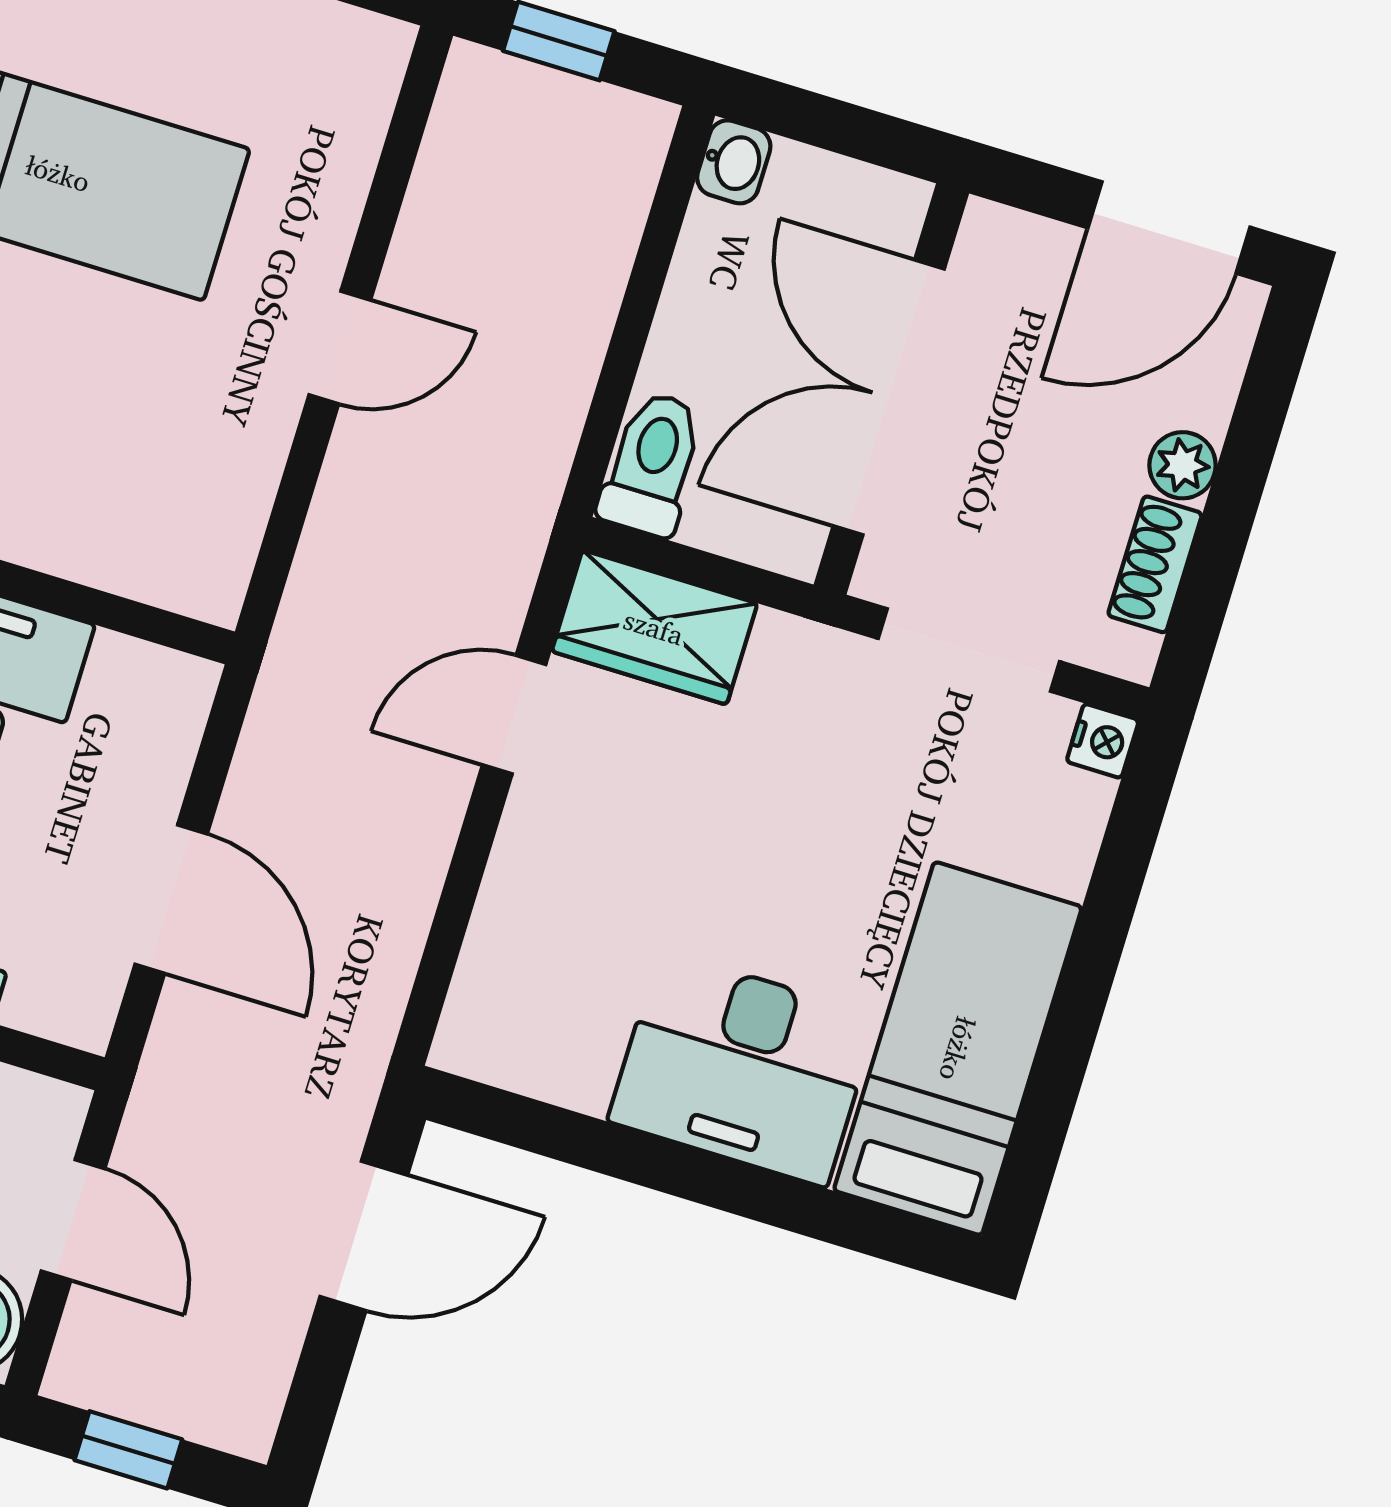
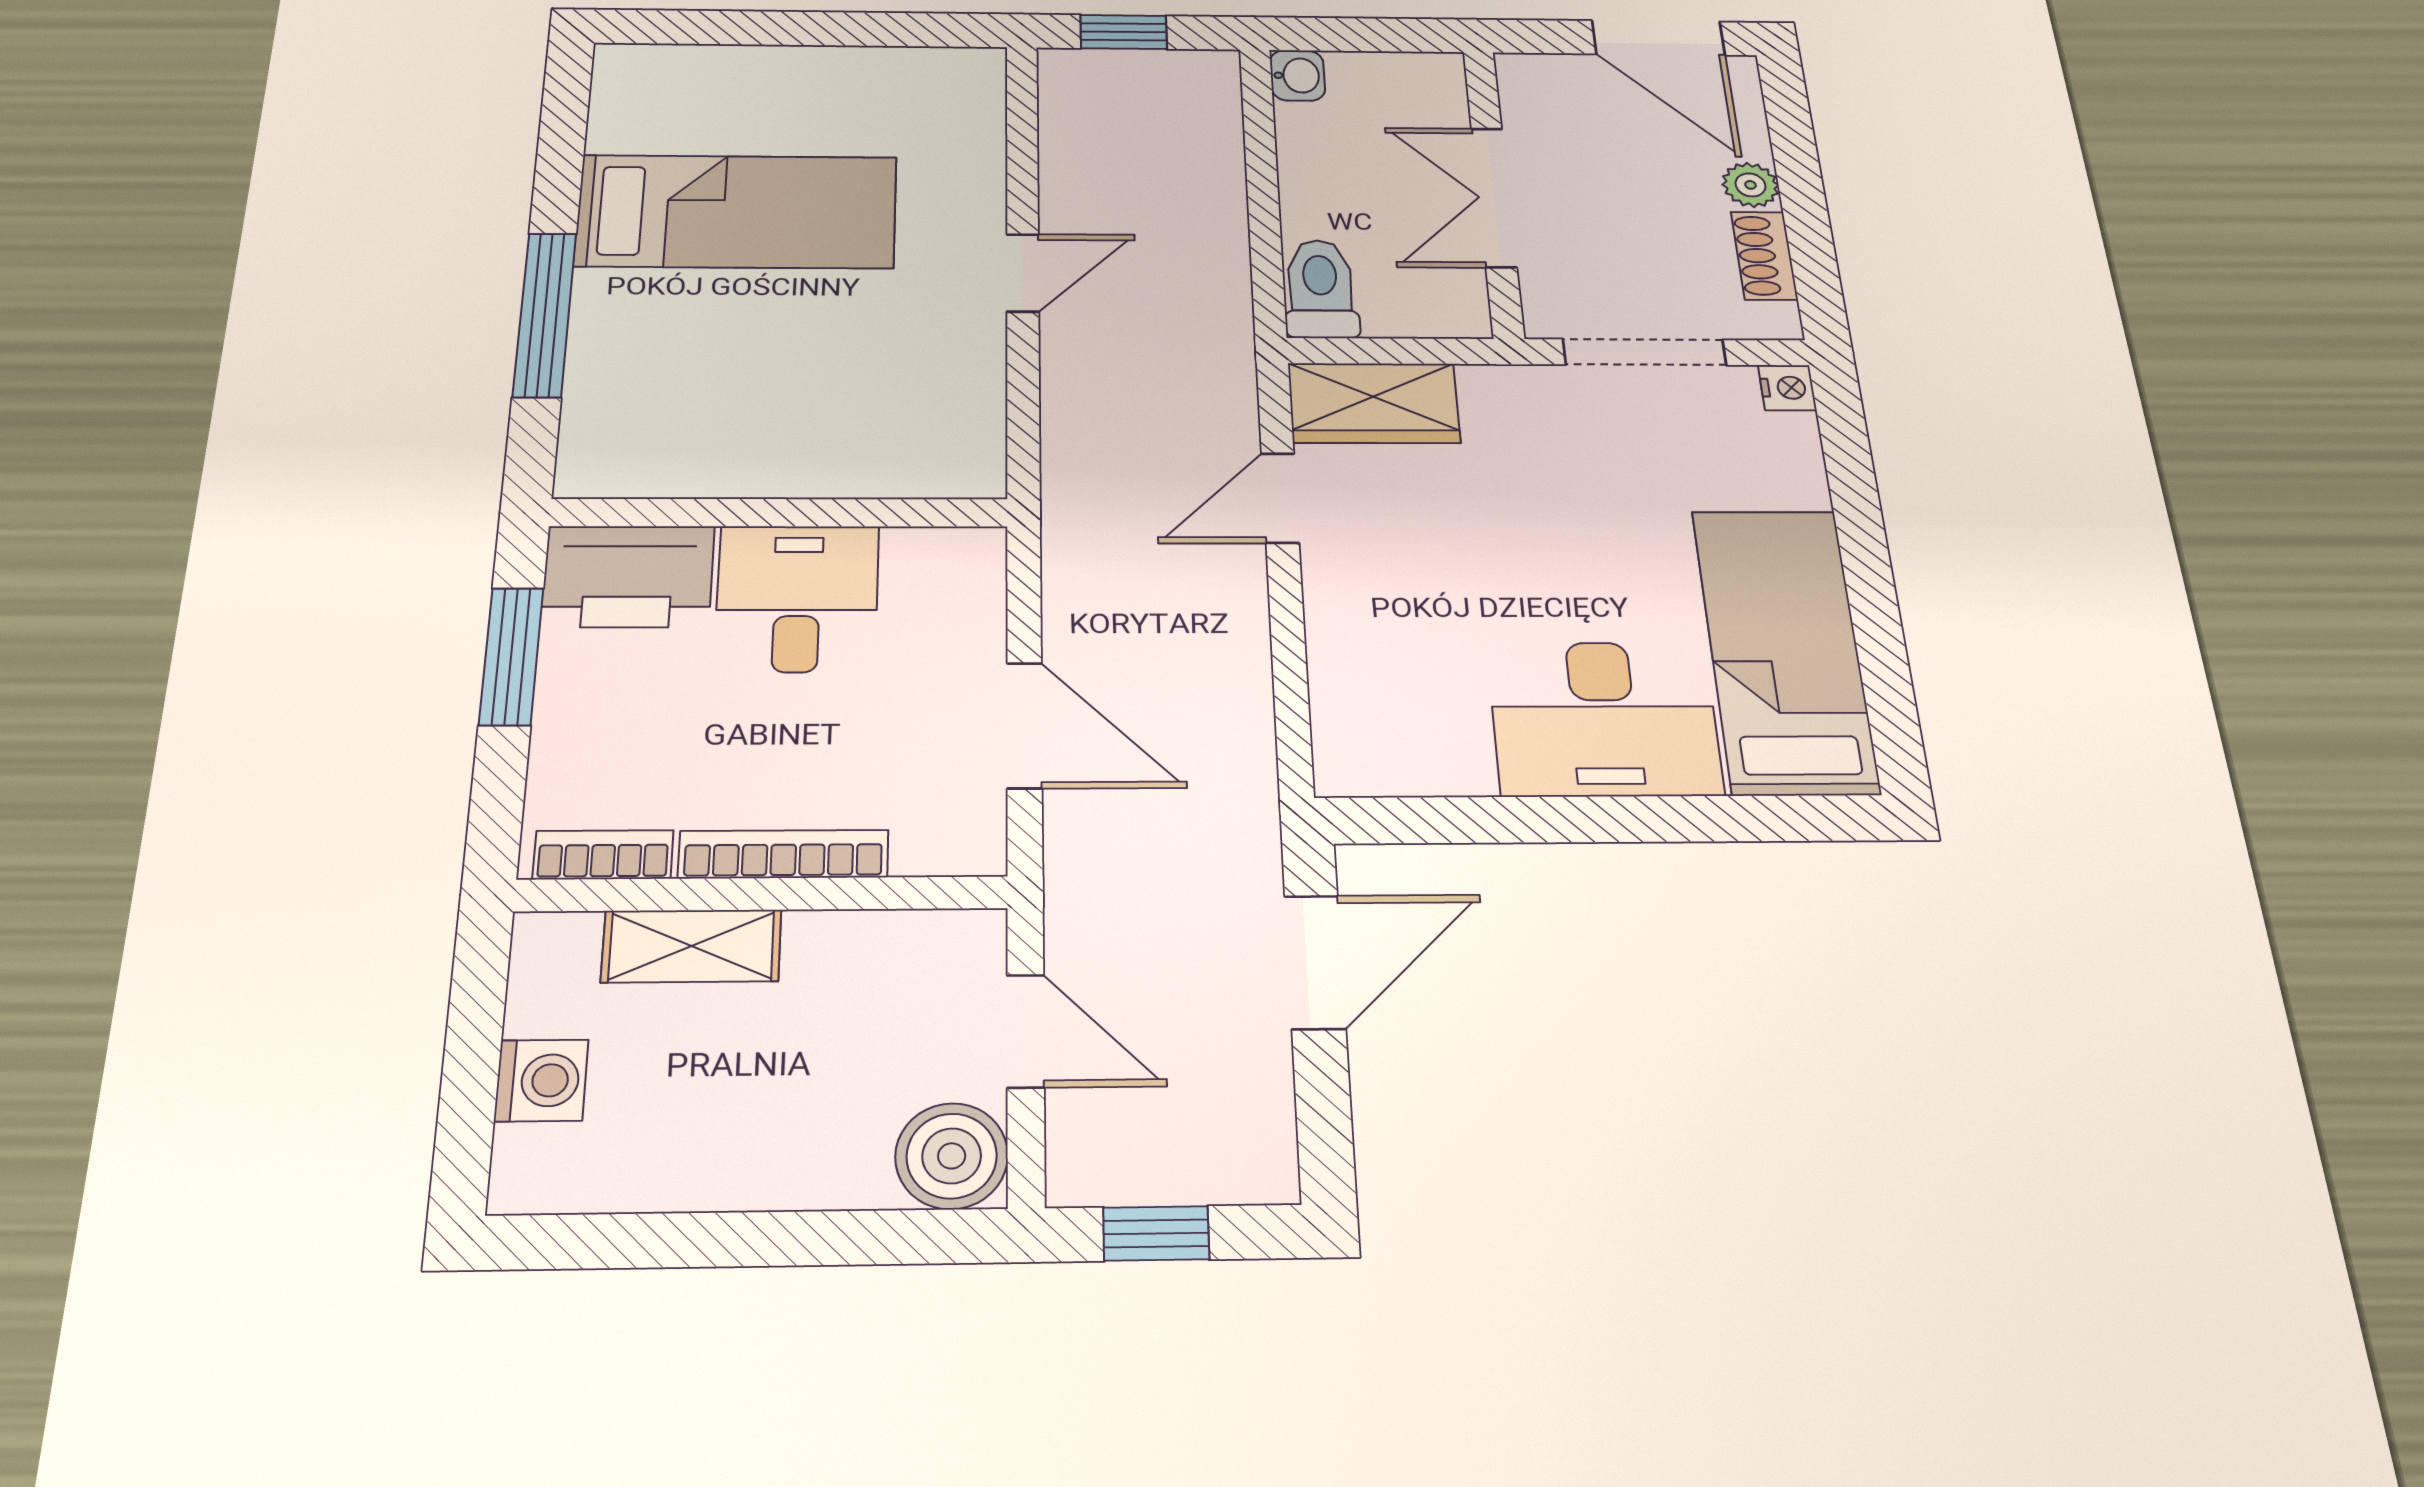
door: (1169, 228) -> (1658, 38), hinge flipped
double door: (889, 397) -> (1494, 197), width x0.73

